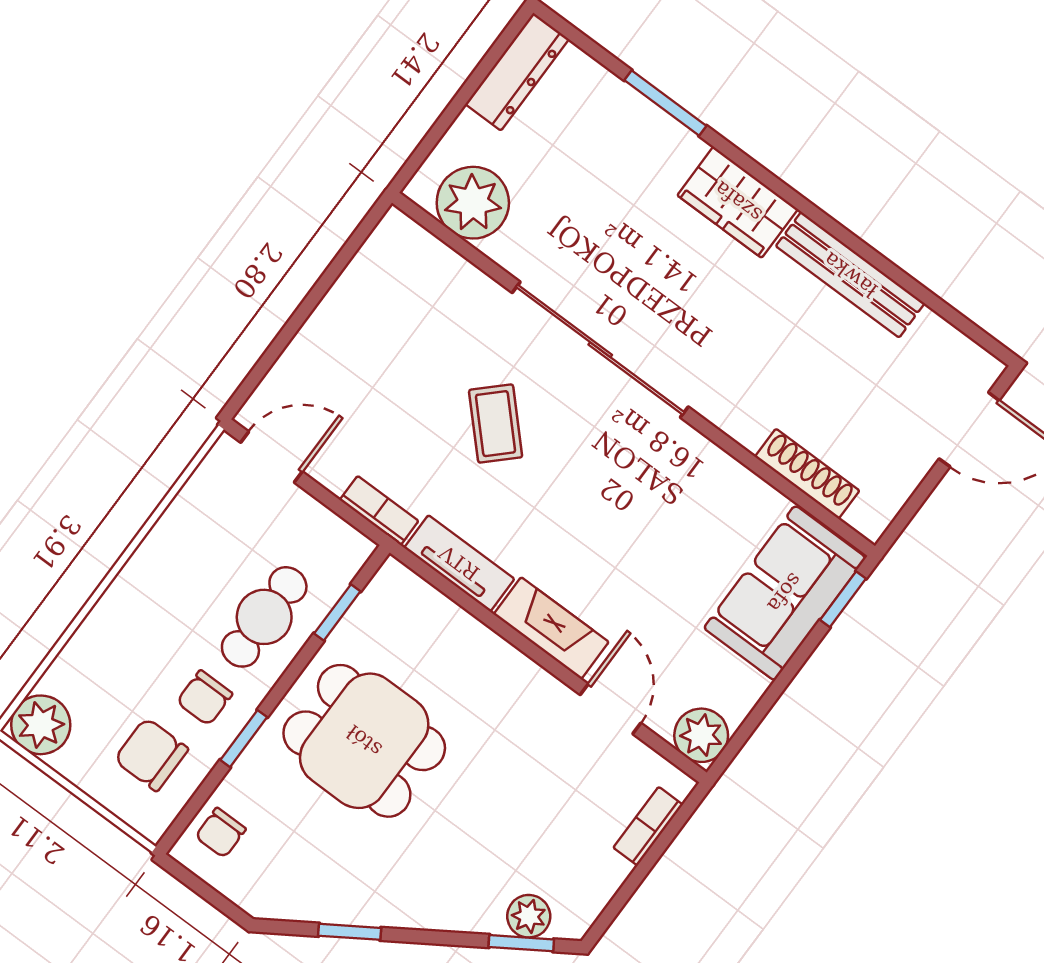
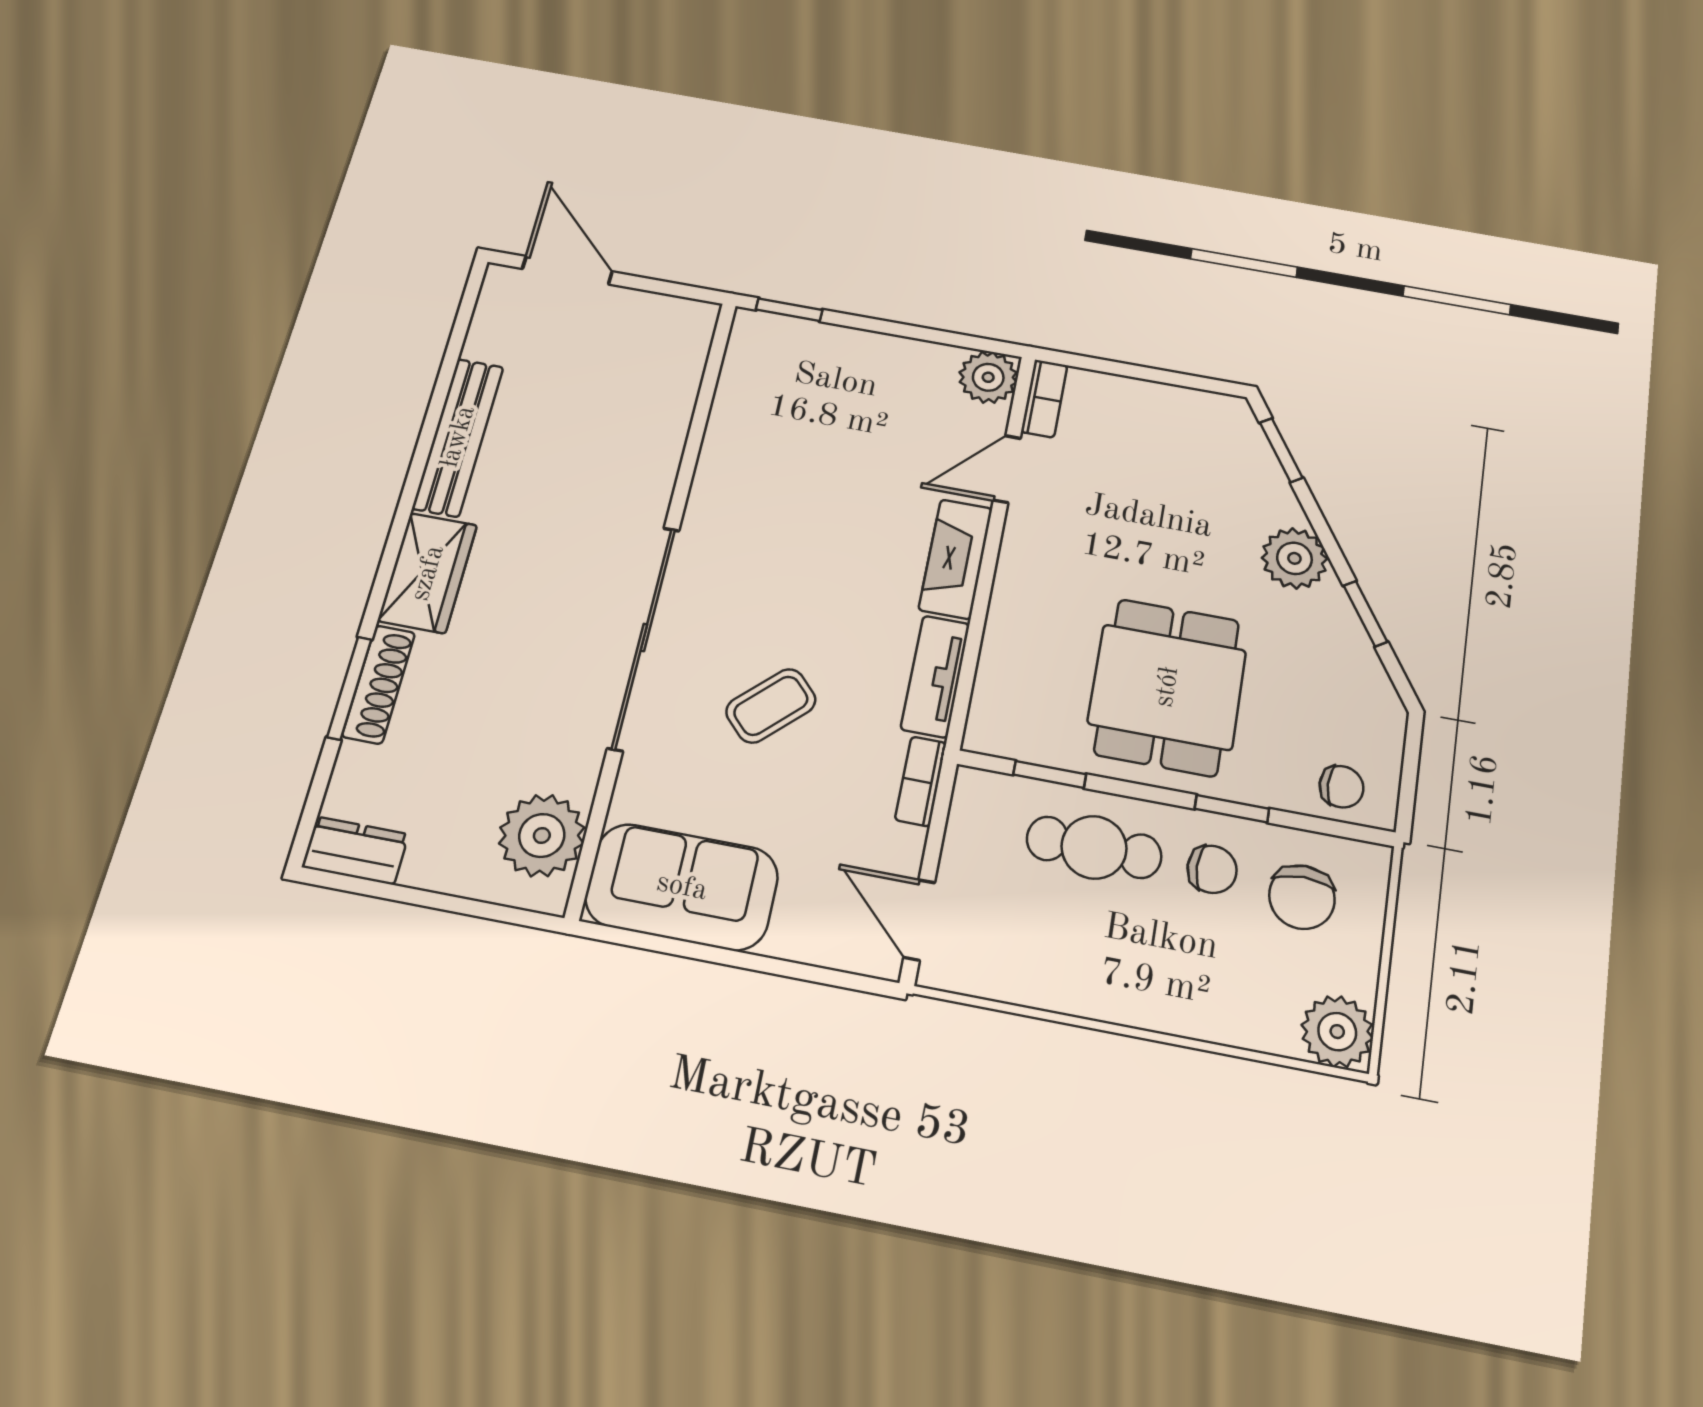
dresser: (517, 72) -> (355, 851), width x0.70
shoe rack: (807, 474) -> (379, 684), moved, turned 180
sofa: (785, 593) -> (682, 887), moved, turned 180
bookcase: (648, 826) -> (1044, 398), moved, turned -90
plant: (529, 916) -> (1294, 558), moved, width x1.38, depth x1.38

